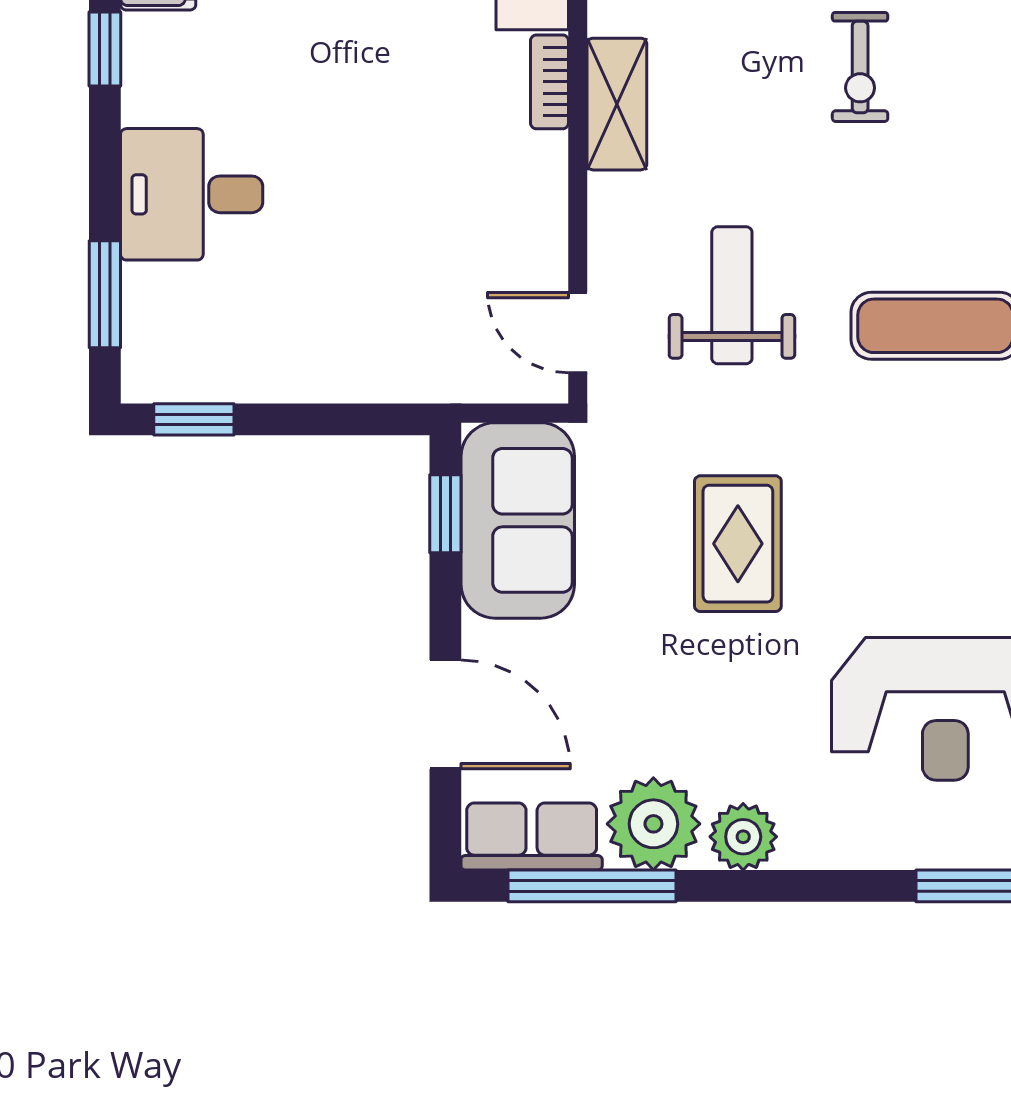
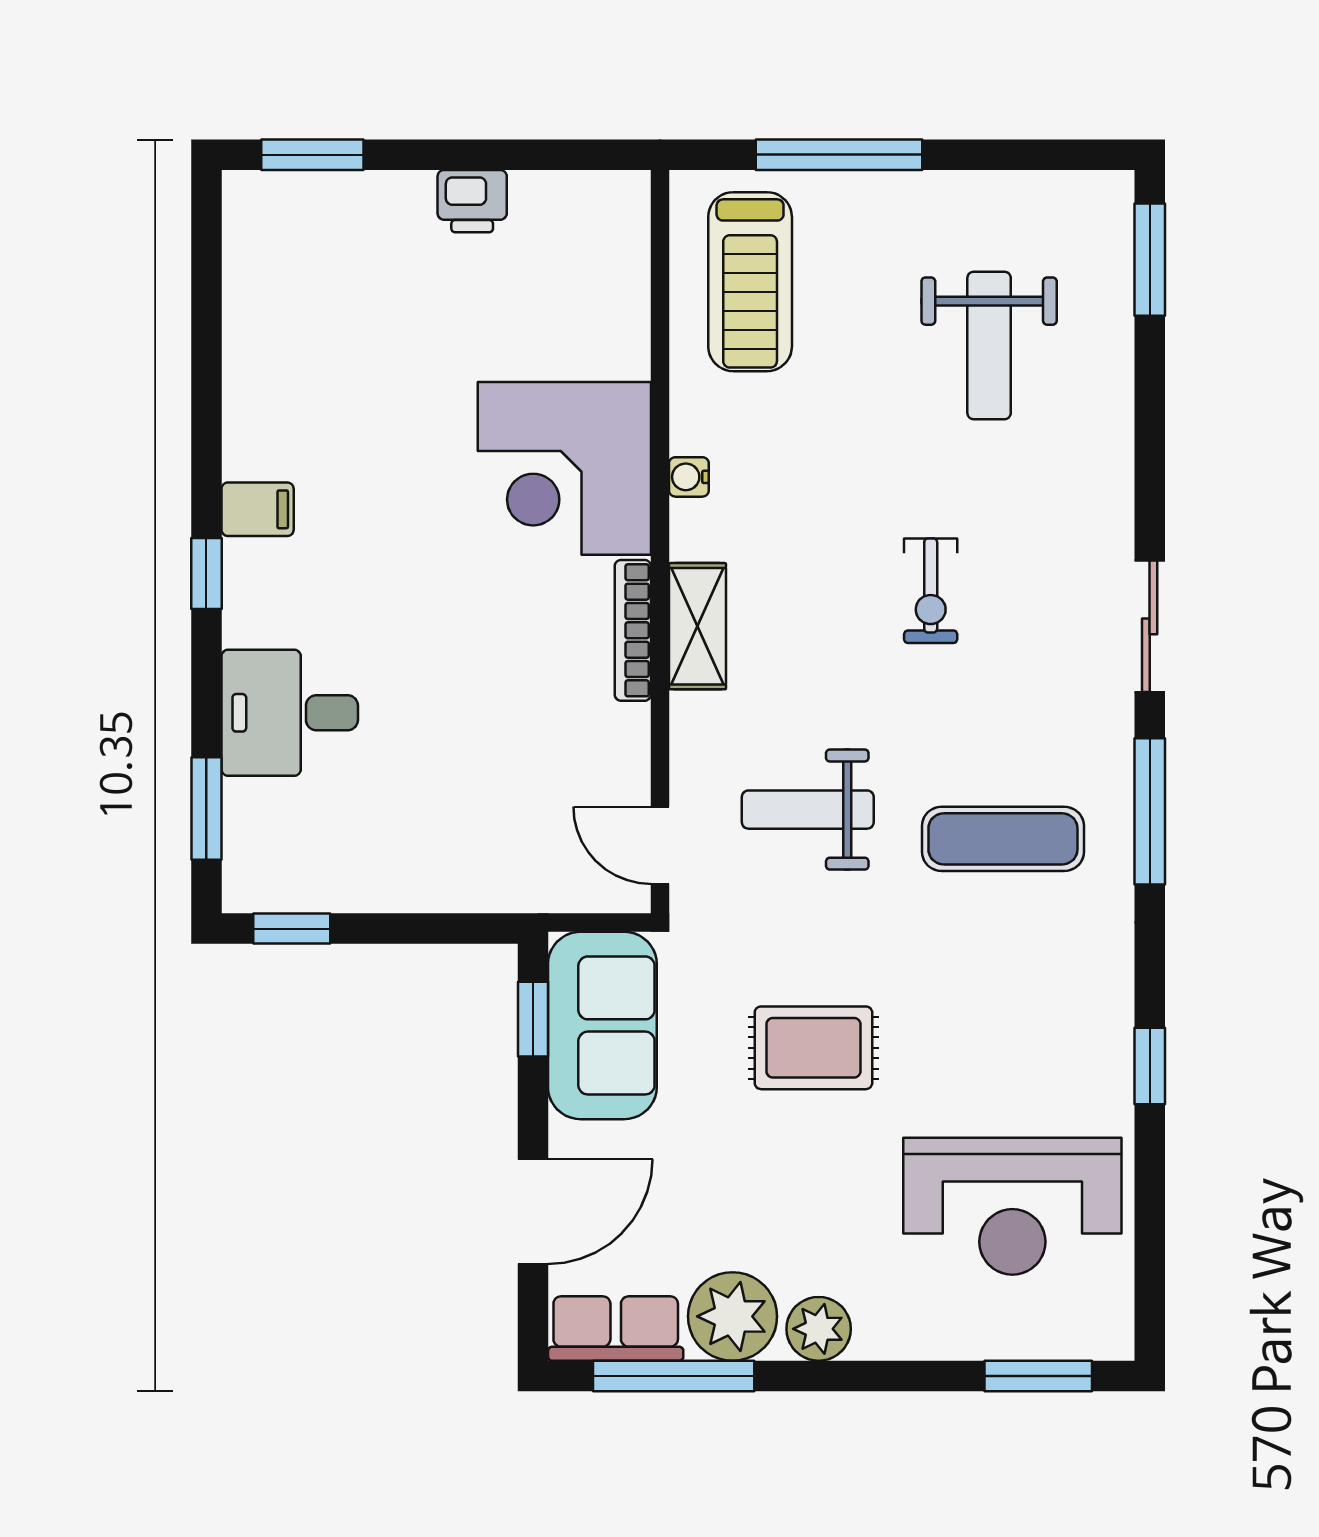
bookcase: (549, 82) -> (633, 630), width x1.56
weight bench: (732, 295) -> (808, 810), turned -90
rug: (738, 544) -> (813, 1048), turned 90
door: (445, 714) -> (533, 1212), hinge flipped

